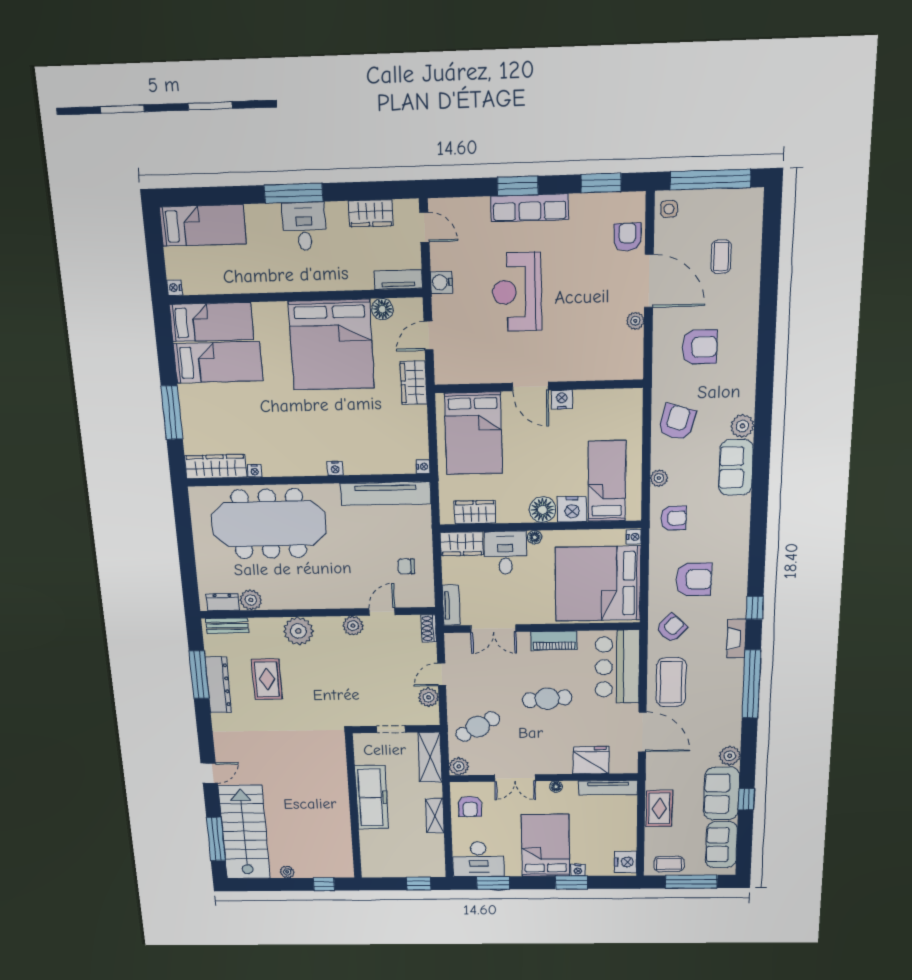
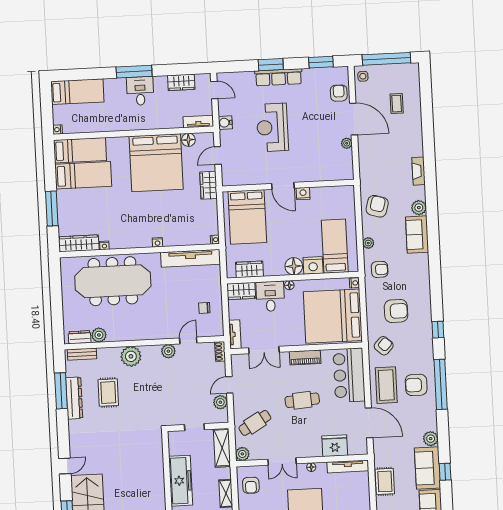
armchair: (700, 347) -> (416, 385), moved, turned 180
fireplace: (736, 639) -> (418, 171), moved

